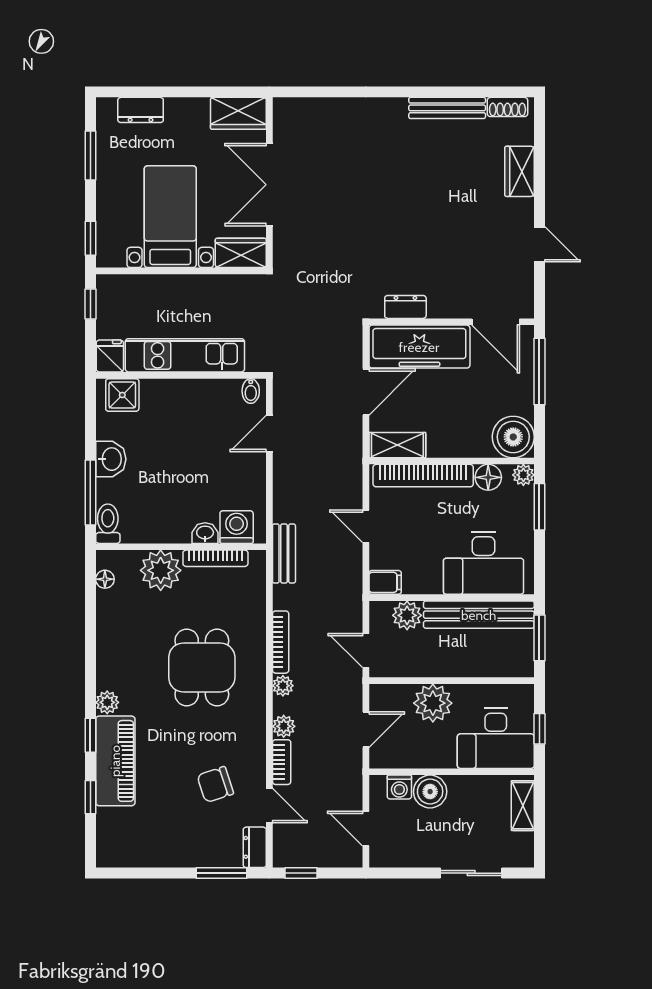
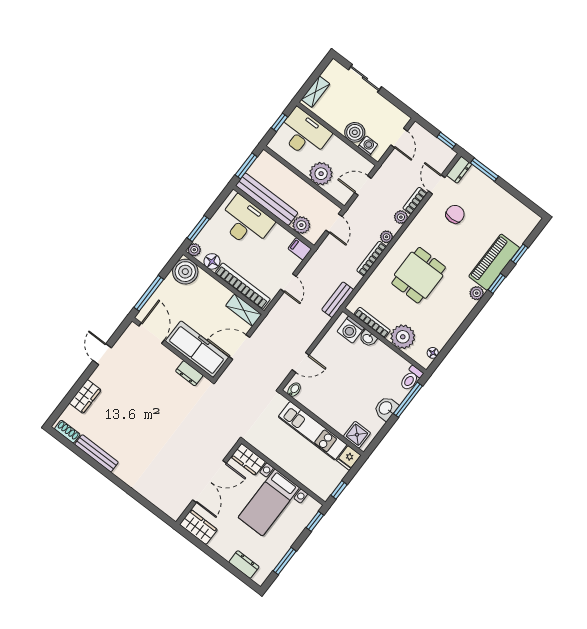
chair: (215, 785) -> (455, 214), turned -72

